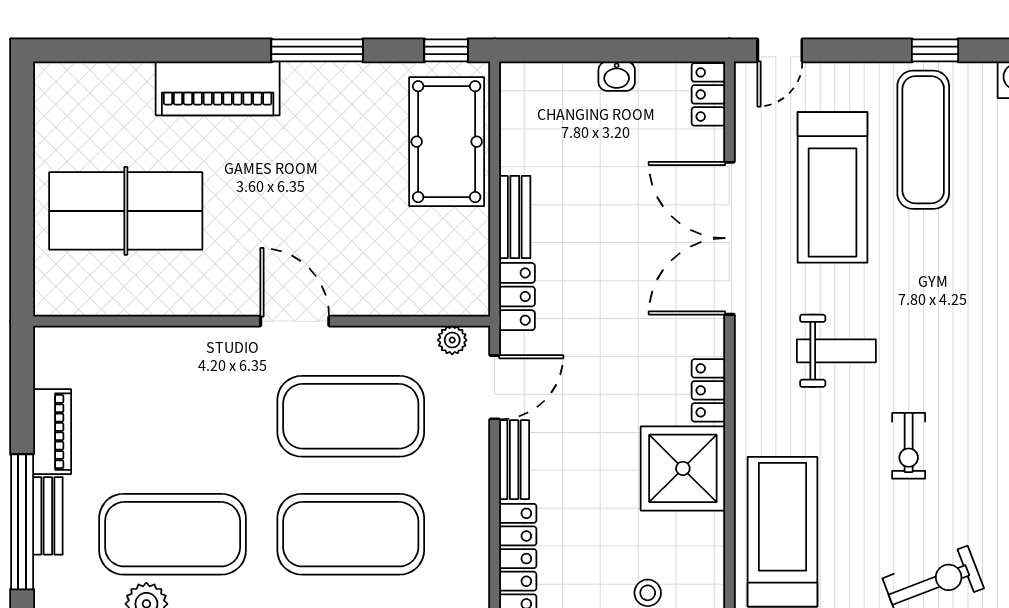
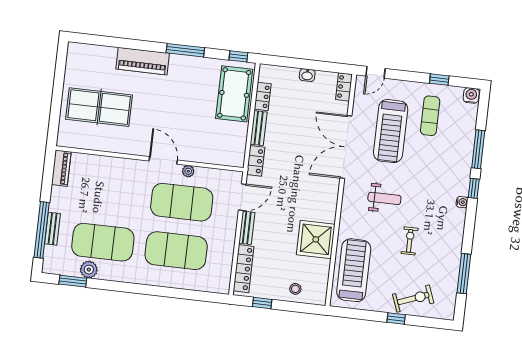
exercise mat: (923, 140) -> (430, 116), width x0.73, depth x0.69
plant: (452, 340) -> (188, 171), moved
locker: (708, 390) -> (263, 96), moved, turned 180
piano: (52, 432) -> (61, 168), moved
exercise bike: (909, 446) -> (410, 241), turned 180

